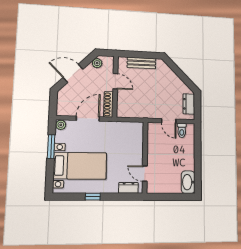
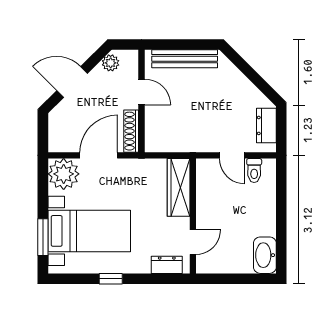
bench: (141, 63) -> (185, 59), width x1.36
plant: (61, 125) -> (64, 174), width x1.88, depth x1.88
wardrobe: (137, 140) -> (179, 187), added
window: (51, 147) -> (43, 237), moved
door: (145, 174) -> (193, 242), swing flipped

